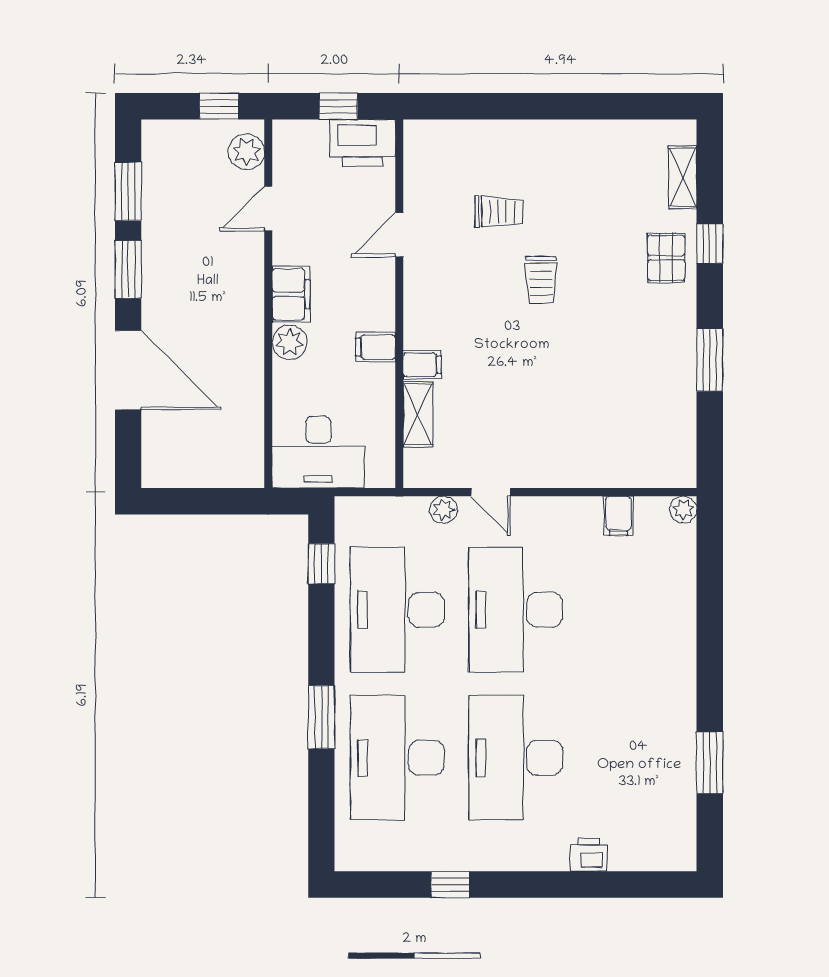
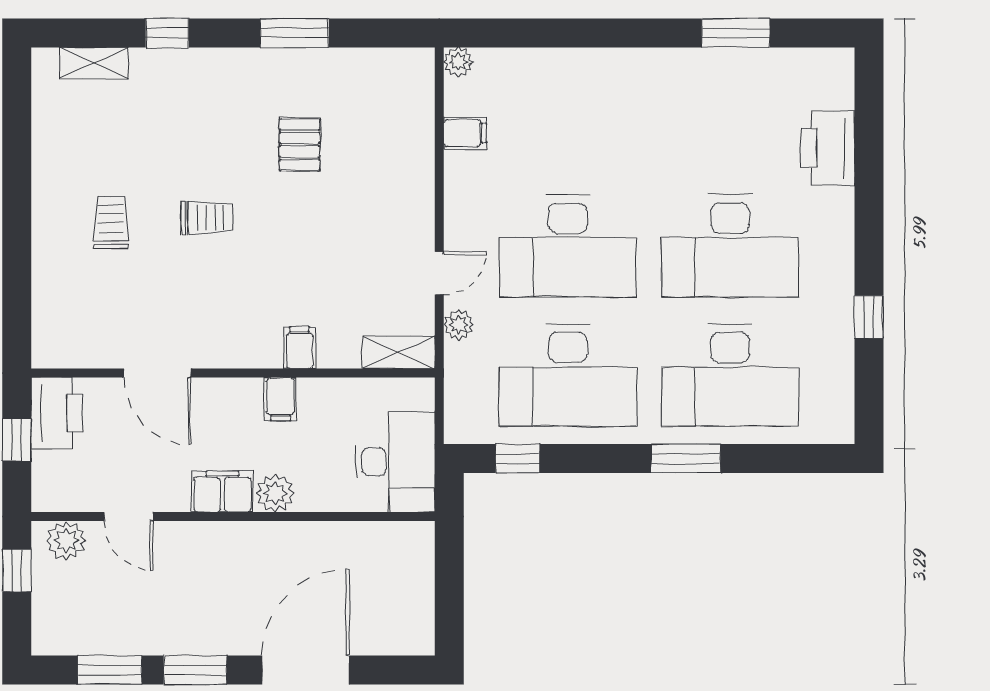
trolley: (499, 212) -> (111, 222), moved
door: (399, 235) -> (157, 373), width x1.38
pallet: (666, 258) -> (300, 145), moved, turned 90
shelving: (418, 414) -> (399, 353), moved
printer: (589, 855) -> (828, 148), width x1.87, depth x1.48

